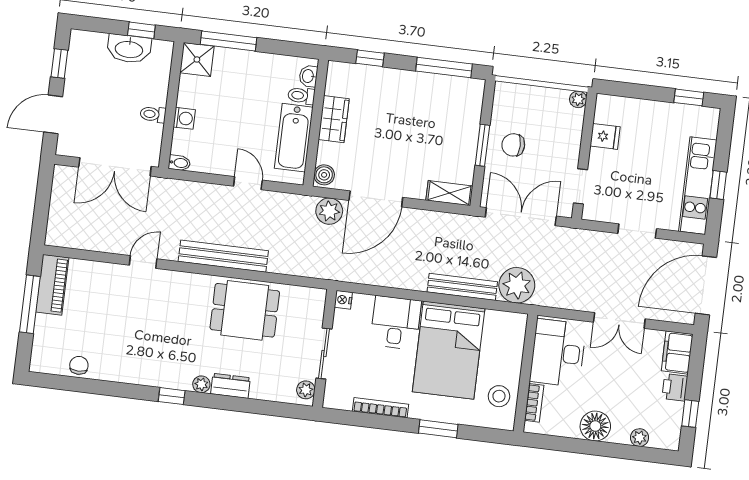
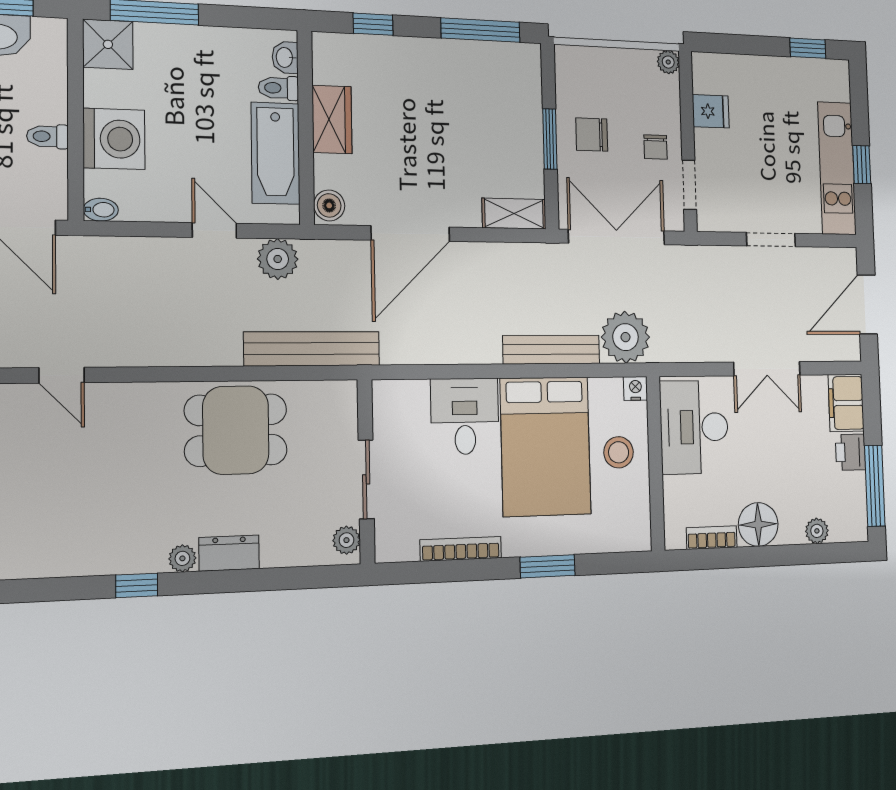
washing machine: (184, 118) -> (114, 139), width x1.89, depth x1.89
chair: (559, 158) -> (656, 147), added
plant: (329, 211) -> (278, 259), moved
bench: (223, 256) -> (312, 349), moved
door: (143, 262) -> (62, 375), swing flipped
door: (706, 285) -> (867, 304), width x0.73
nightstand: (343, 300) -> (635, 388), moved, turned 90
stool: (499, 396) -> (619, 452), moved
bookcase: (534, 403) -> (712, 538), moved, turned -90
window: (690, 414) -> (875, 486), width x2.17

